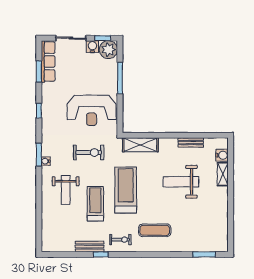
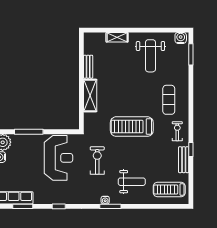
shelving: (140, 145) -> (90, 96), moved
window: (39, 155) -> (110, 206), moved
water cooler: (222, 155) -> (181, 38), moved
weight bench: (181, 182) -> (150, 56), moved
treadmill: (95, 204) -> (169, 190), moved

